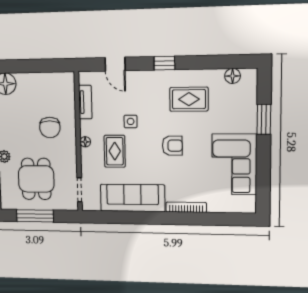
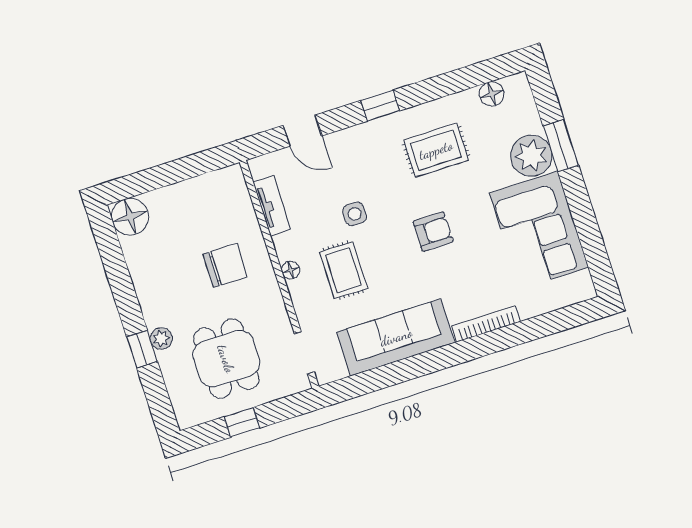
plant: (244, 120) -> (531, 156), added
chair: (50, 128) -> (225, 265), turned -90
window: (35, 216) -> (242, 422), width x0.46

